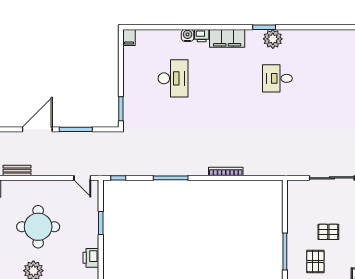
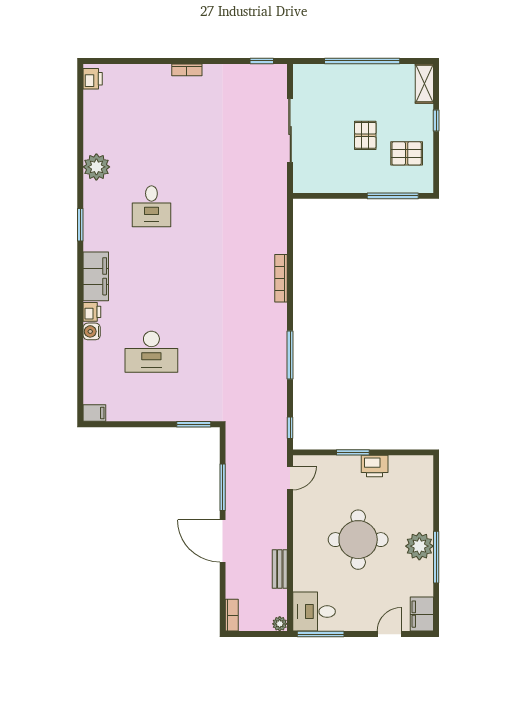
plant: (273, 39) -> (96, 167), moved
desk: (173, 78) -> (151, 352), turned 180
printer: (91, 258) -> (375, 466), moved

